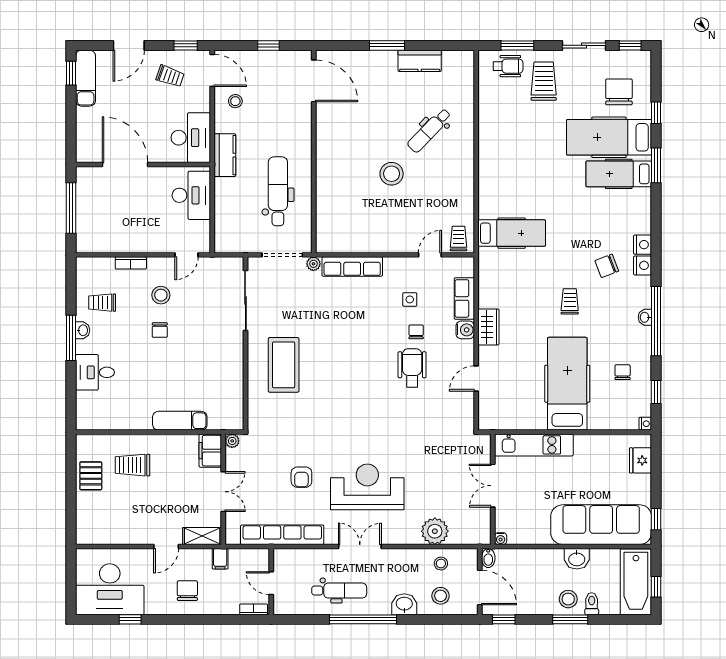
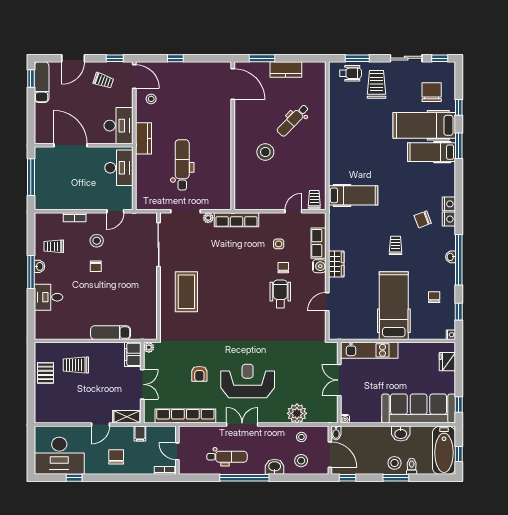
door: (314, 81) -> (233, 84), moved
wall: (314, 152) -> (233, 136), moved

